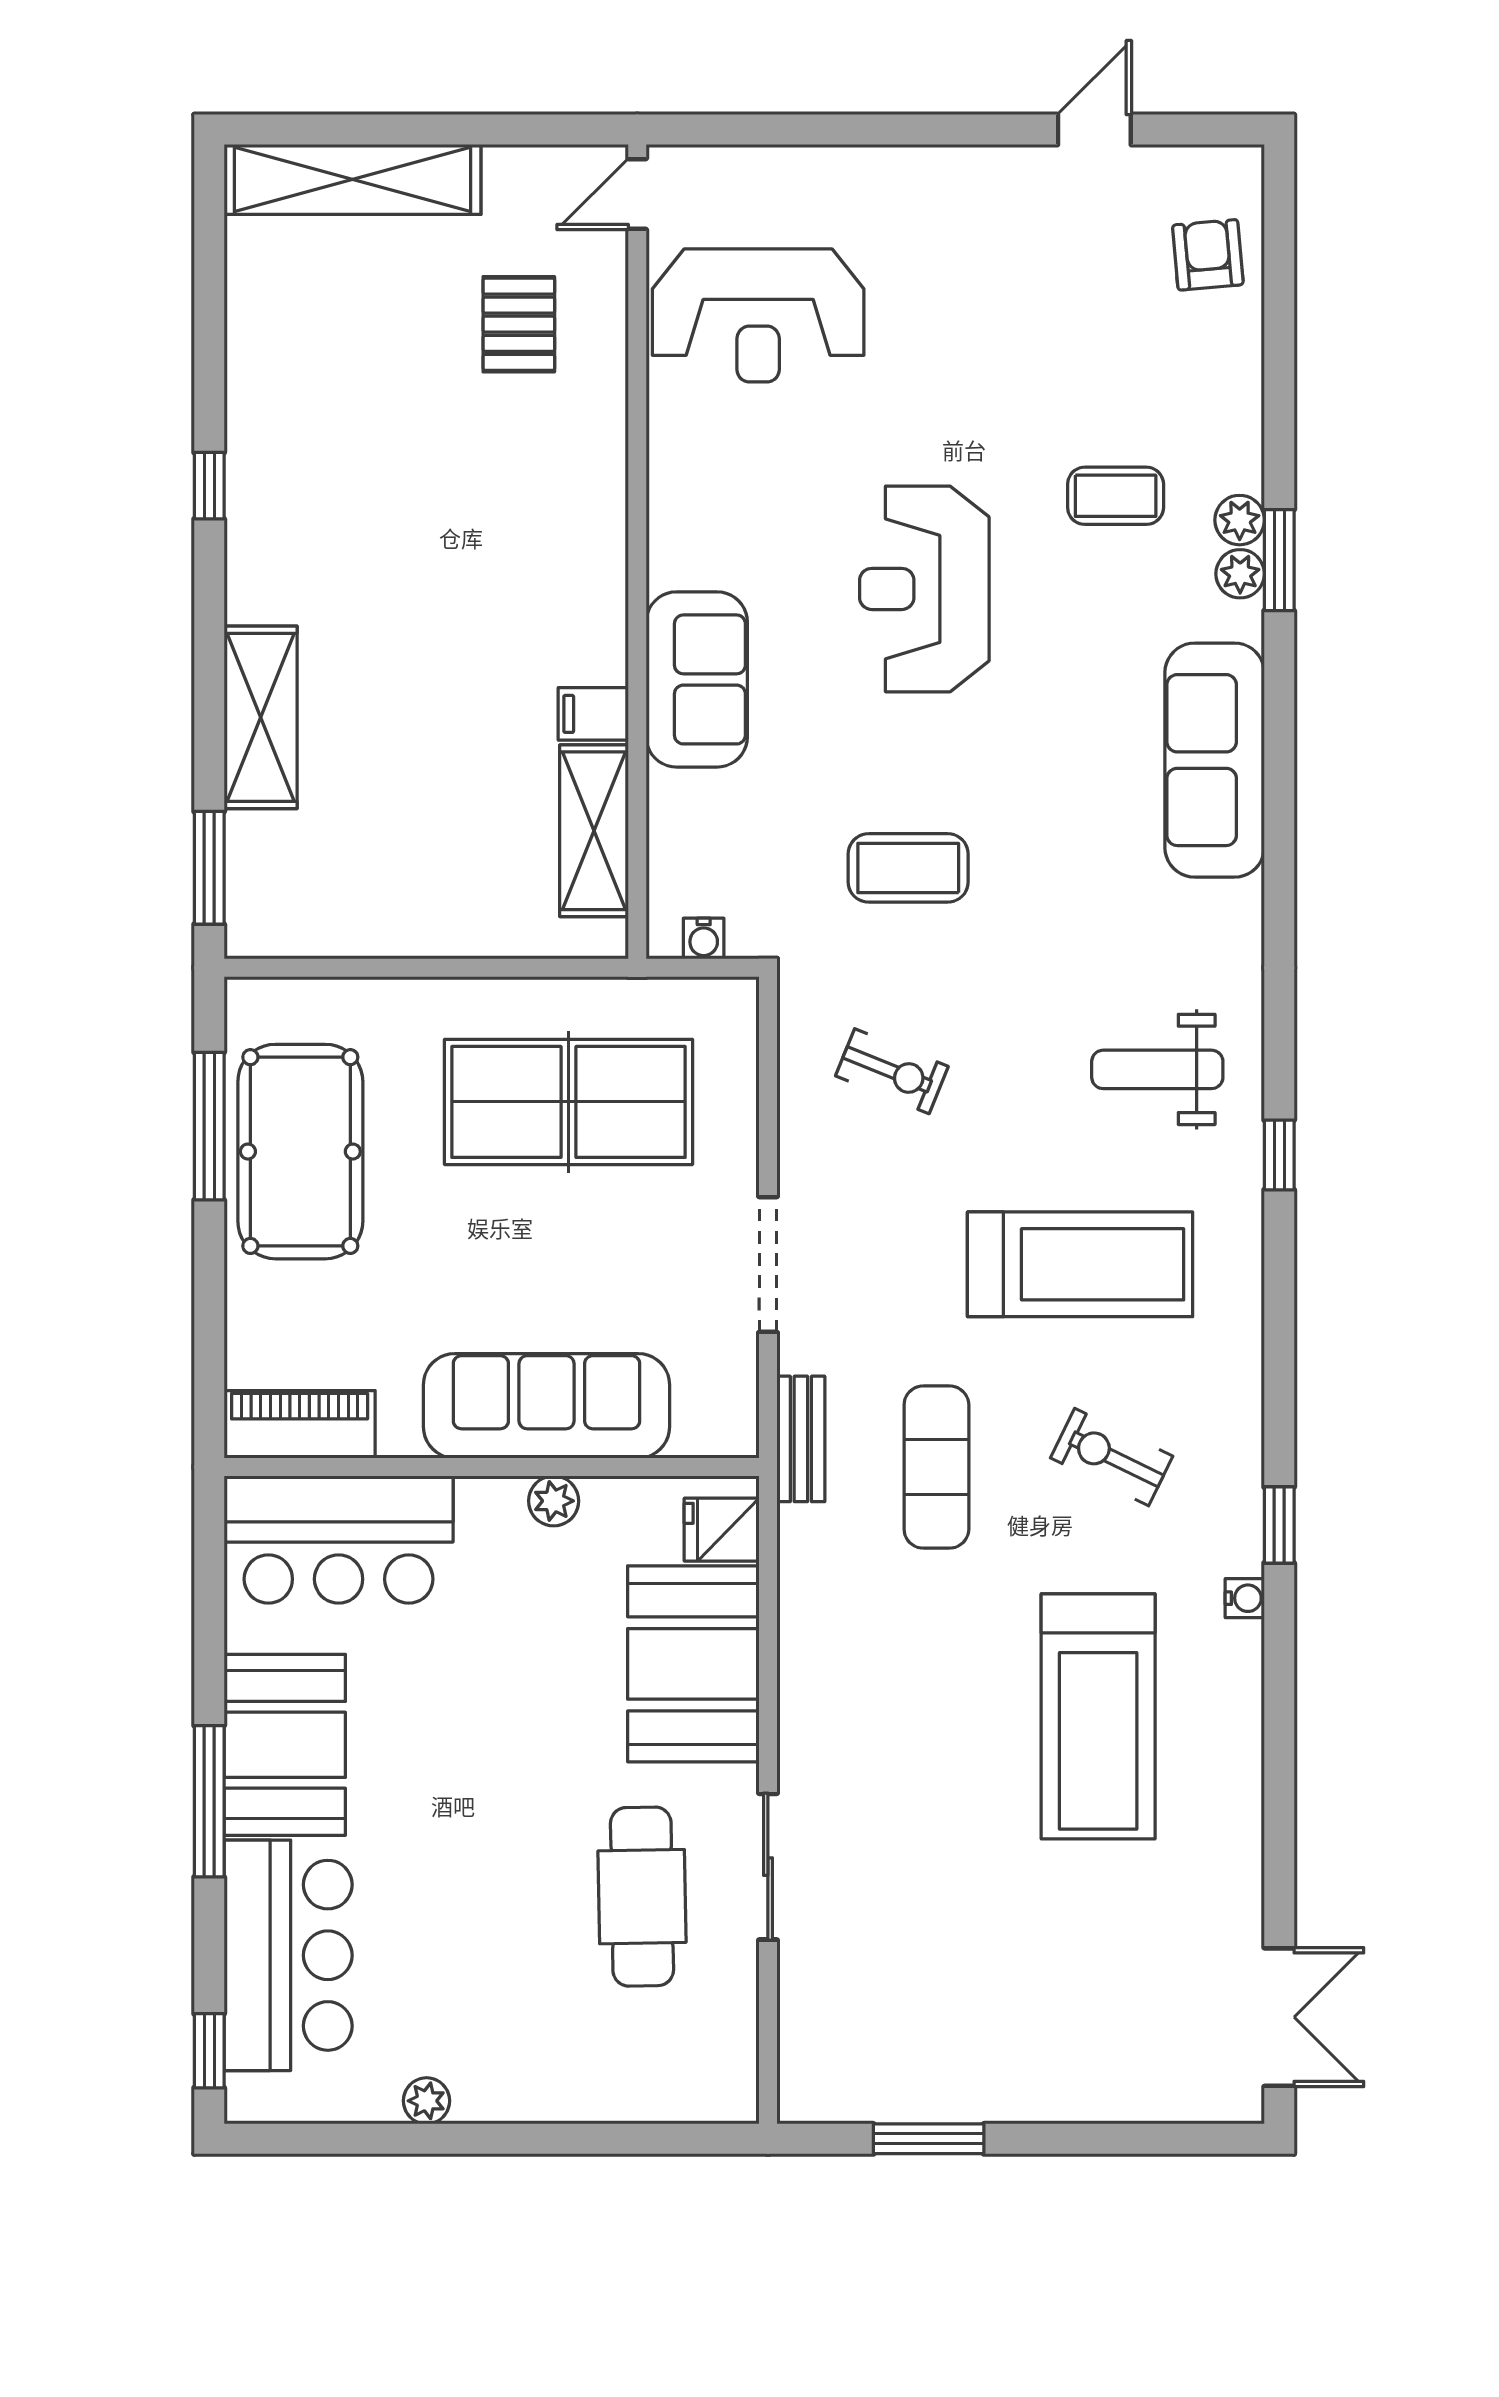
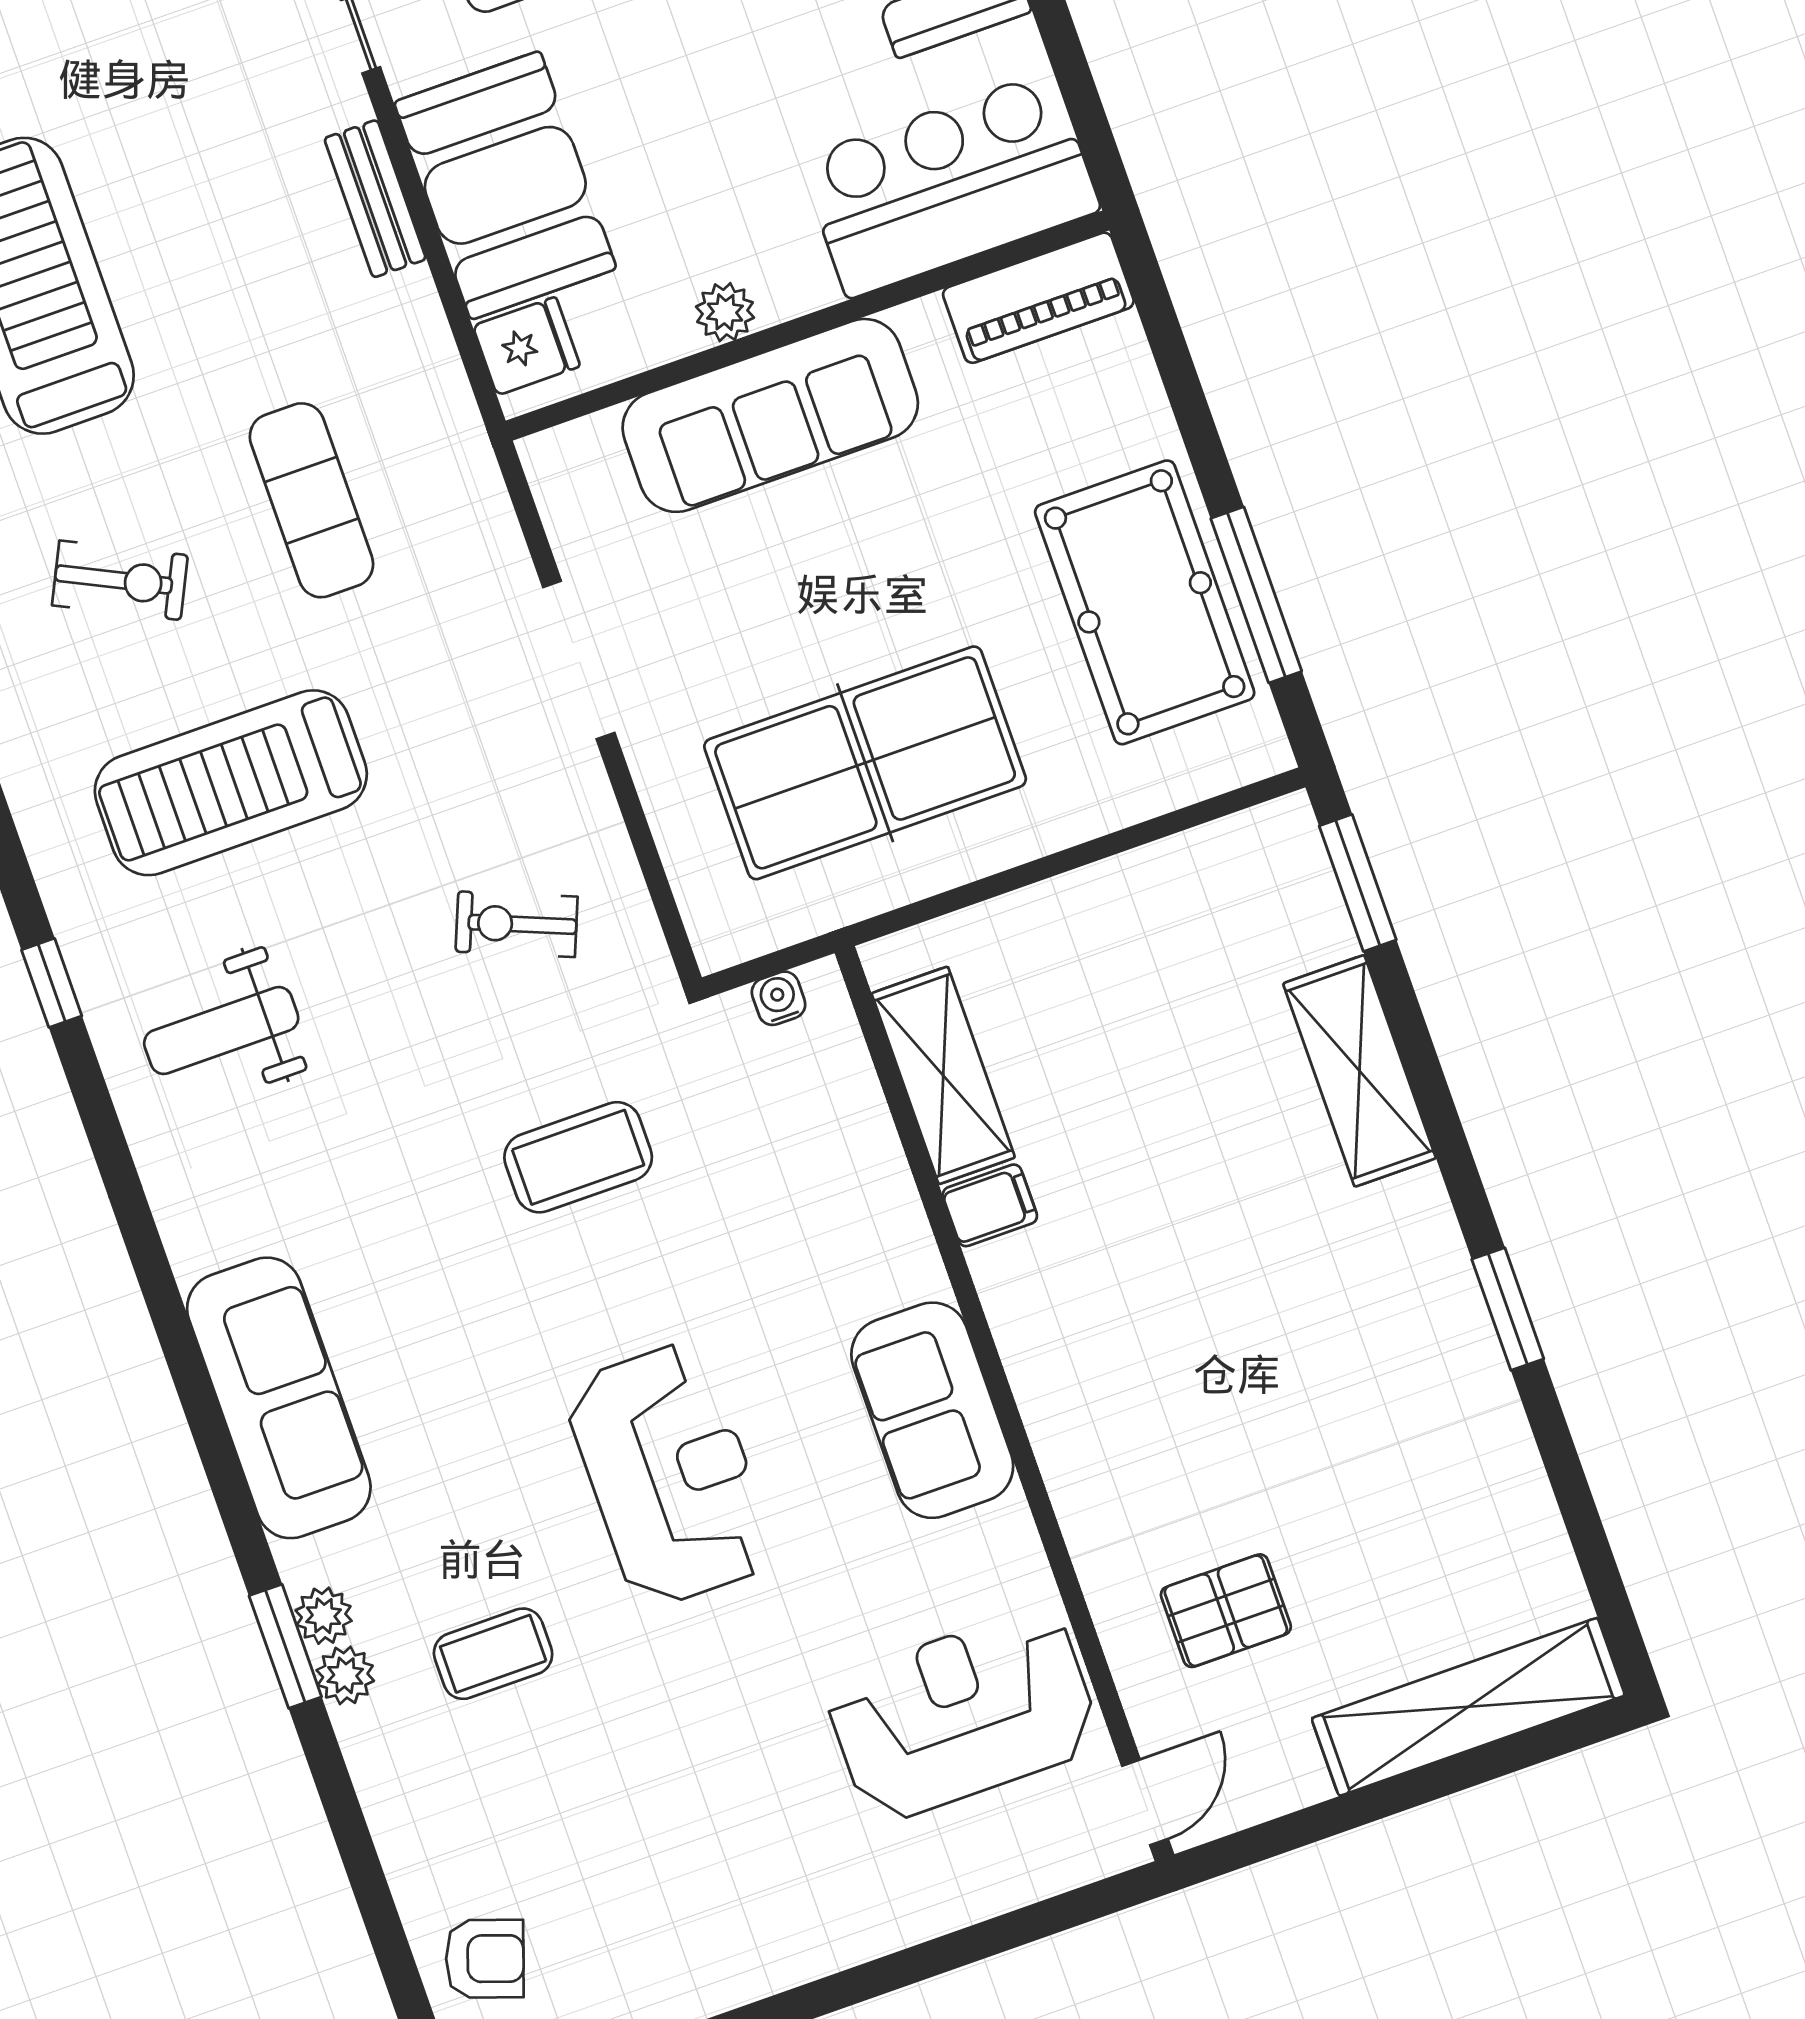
armchair: (1208, 255) -> (485, 1959), turned -66
pallet: (519, 324) -> (1226, 1611), turned 90
window: (209, 486) -> (1508, 1309), width x1.50
sofa: (697, 679) -> (932, 1410), moved
weight bench: (1157, 1069) -> (221, 1030), turned 180
bench: (801, 1439) -> (375, 199), moved

